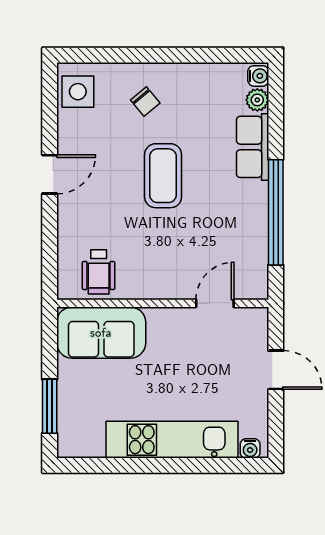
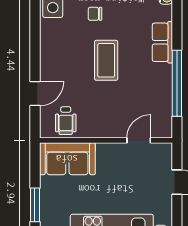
plant: (257, 100) -> (165, 13), removed
chair: (145, 101) -> (95, 14), turned 130
door: (50, 174) -> (35, 94), moved

